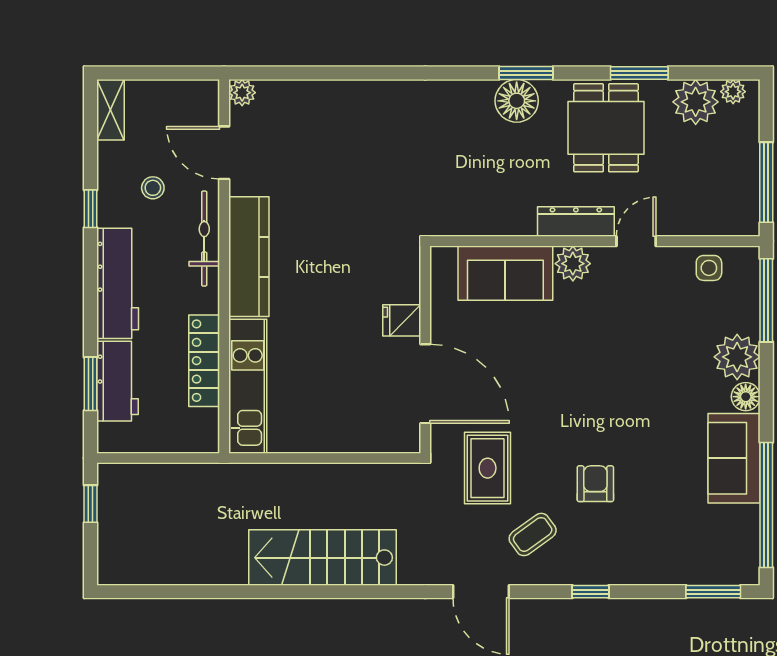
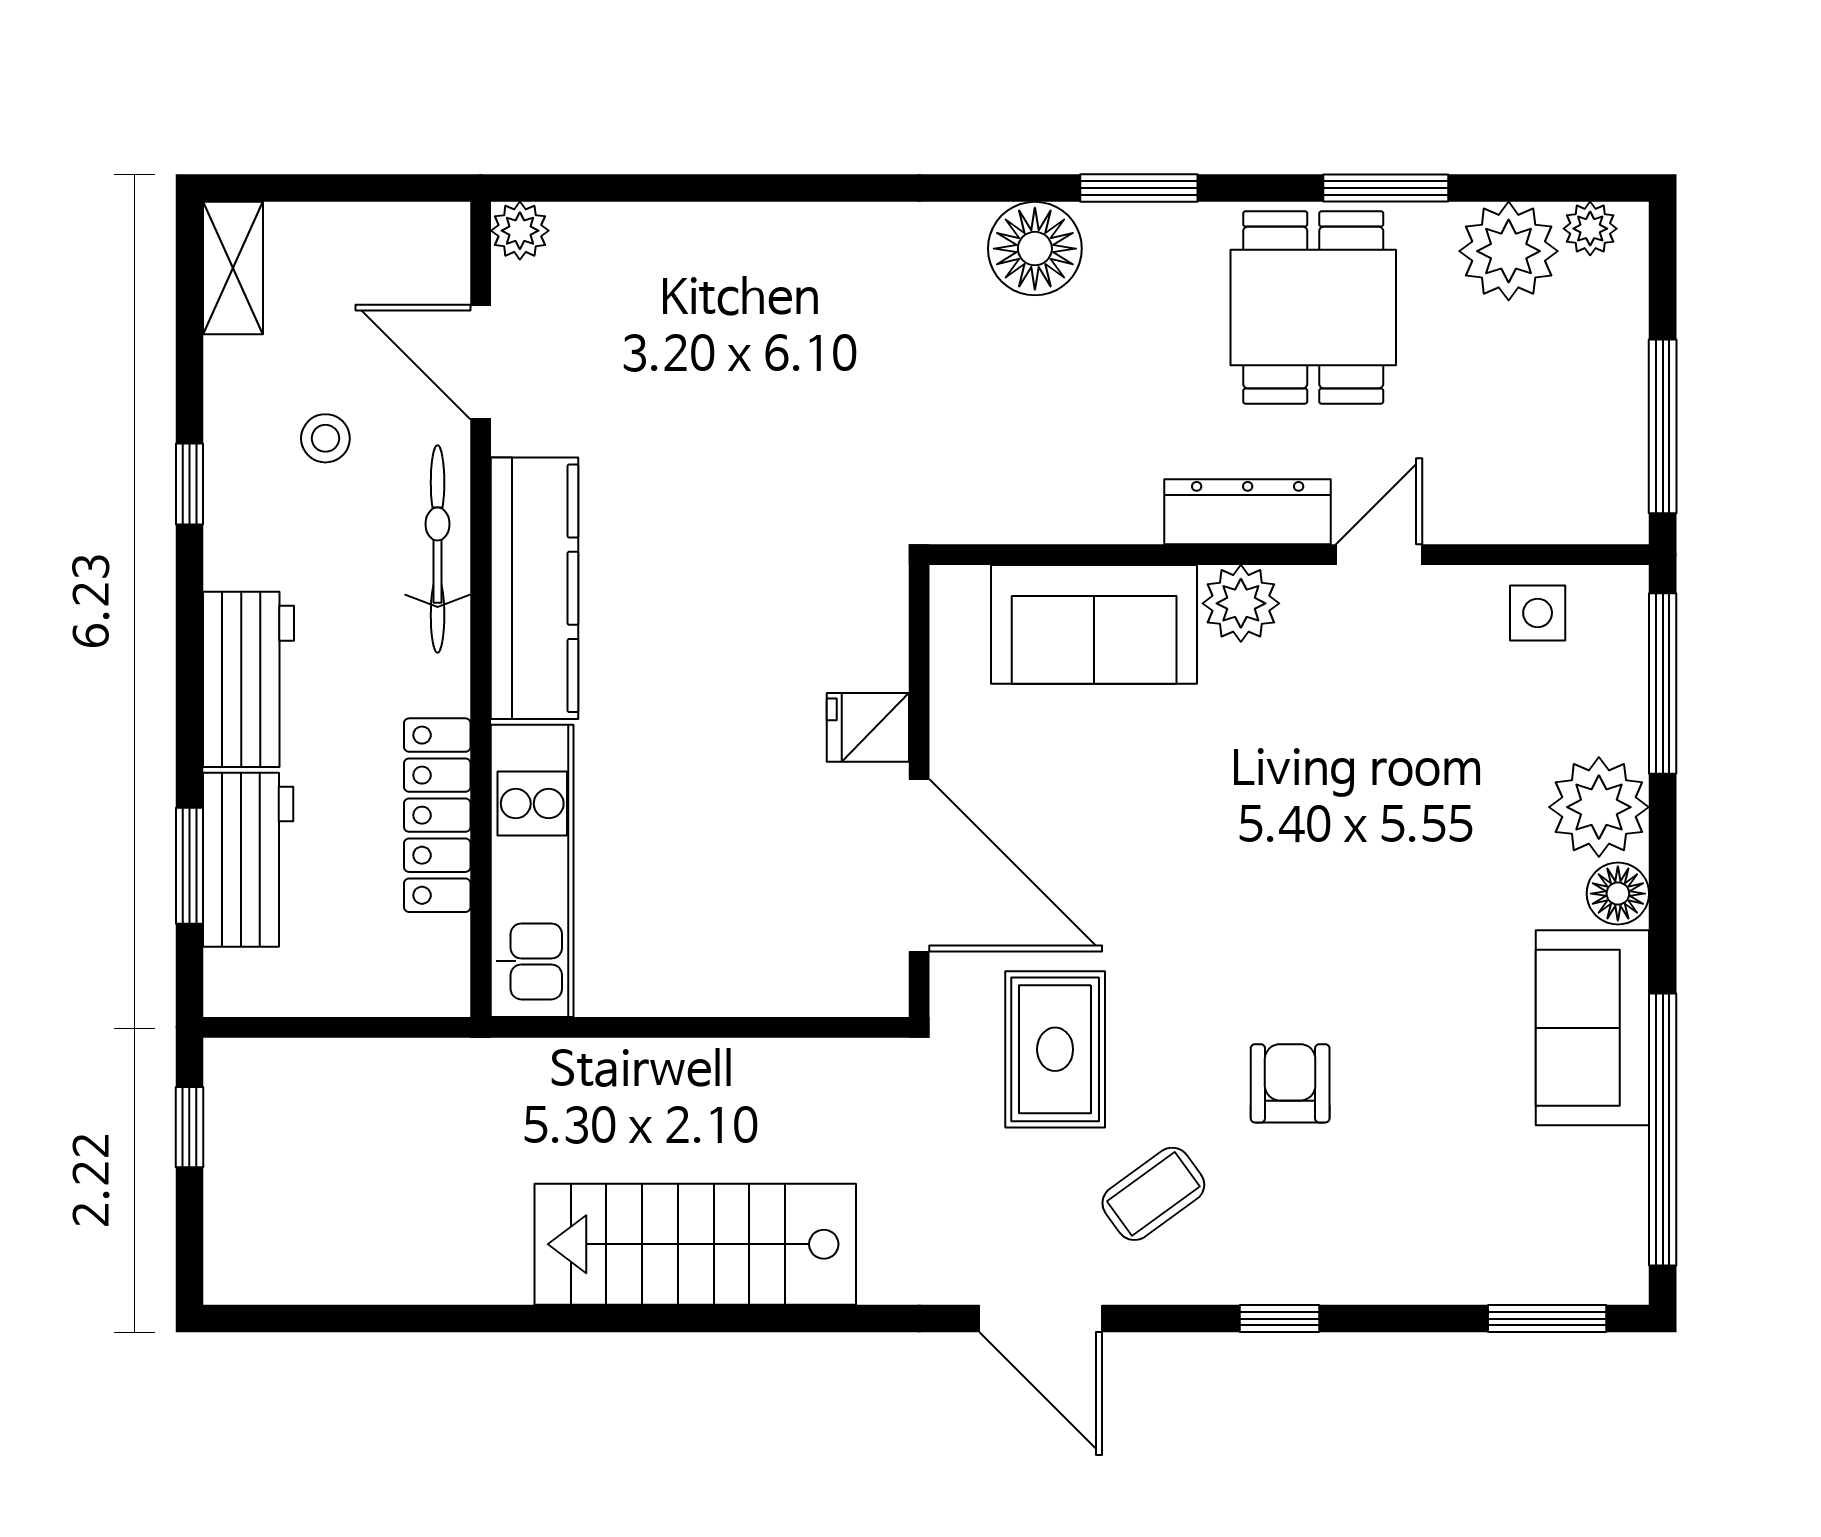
floor lamp: (517, 101) -> (1035, 249), moved
workbench: (118, 283) -> (249, 679), width x0.73

